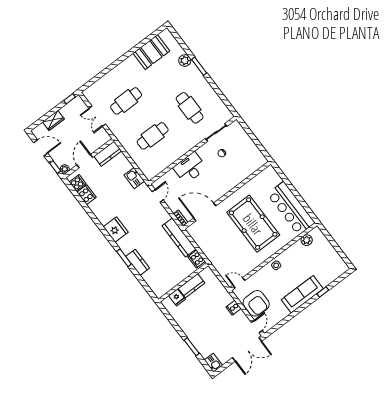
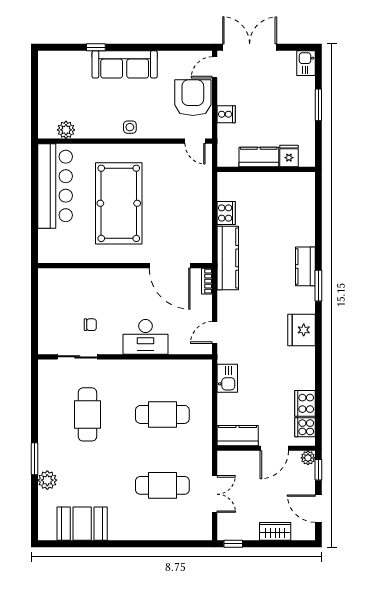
wall: (183, 282) -> (266, 169), moved
kitchen counter: (192, 286) -> (259, 157), moved
fridge: (177, 298) -> (289, 156), moved

